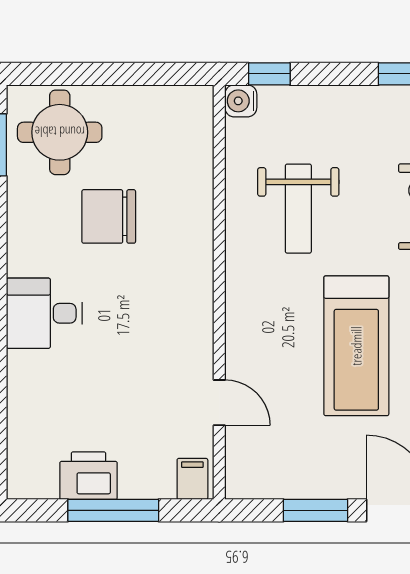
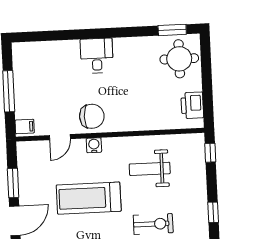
water cooler: (241, 101) -> (94, 145), moved
chair: (109, 216) -> (92, 116), moved, turned 90
printer: (89, 476) -> (192, 105), moved, turned 180

